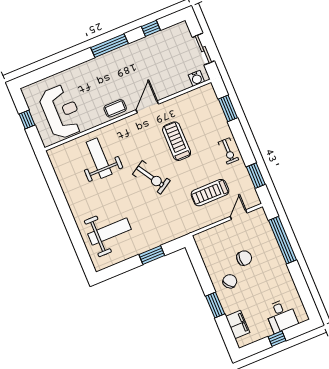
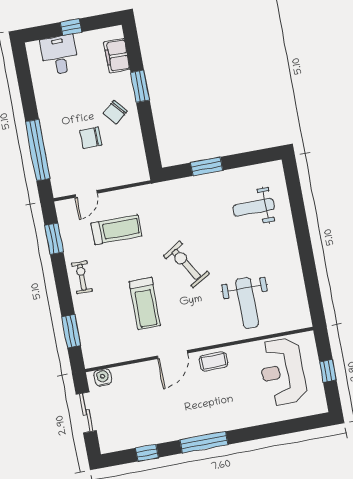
weight bench: (110, 232) -> (254, 207), width x0.73, depth x0.75

